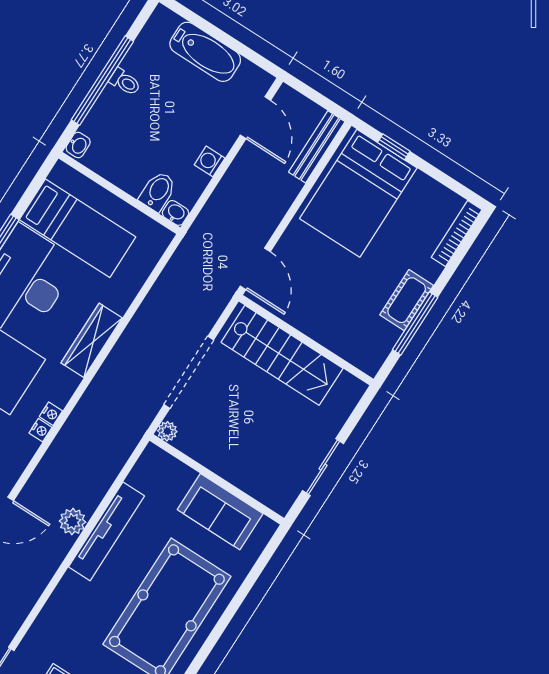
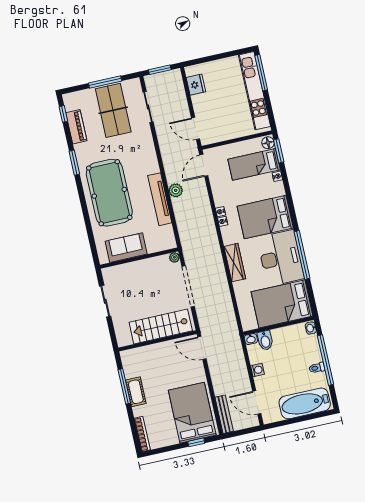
bathtub: (205, 52) -> (305, 403), width x1.36, depth x1.36
bed: (78, 228) -> (282, 304), width x1.50

